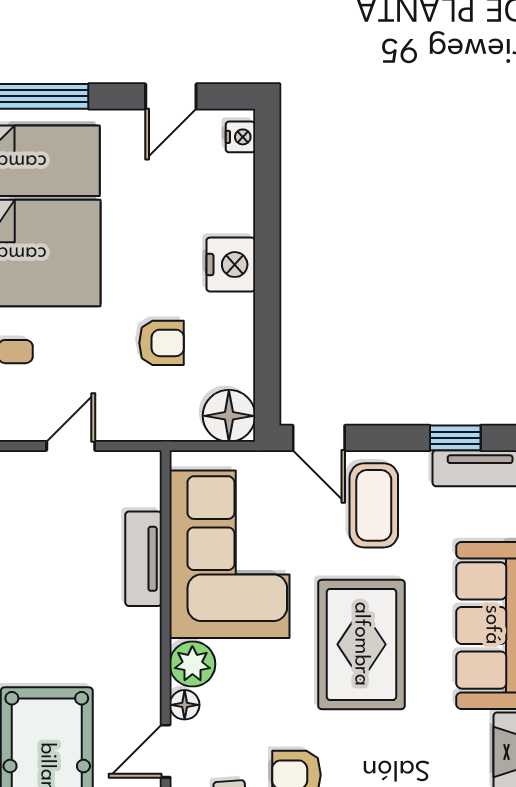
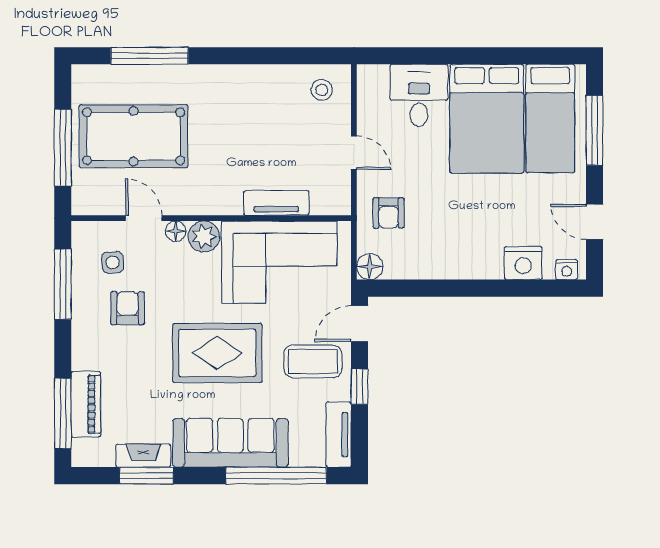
nightstand: (231, 265) -> (523, 263), moved
armchair: (162, 343) -> (389, 213), moved
floor lamp: (229, 416) -> (370, 267), width x0.73, depth x0.73
window: (455, 438) -> (359, 387), moved

